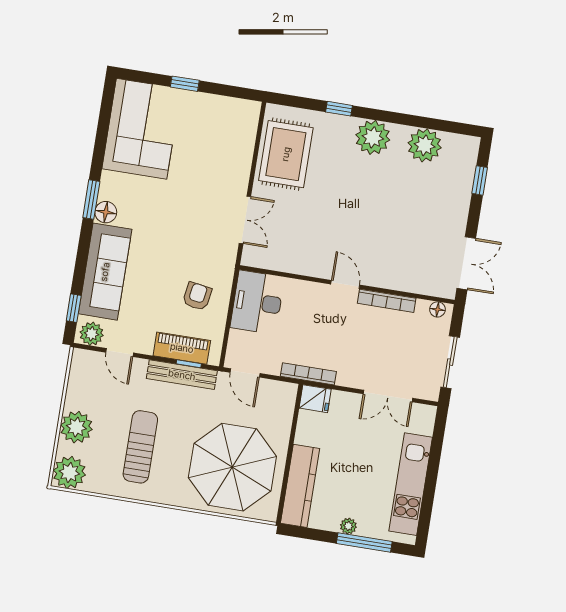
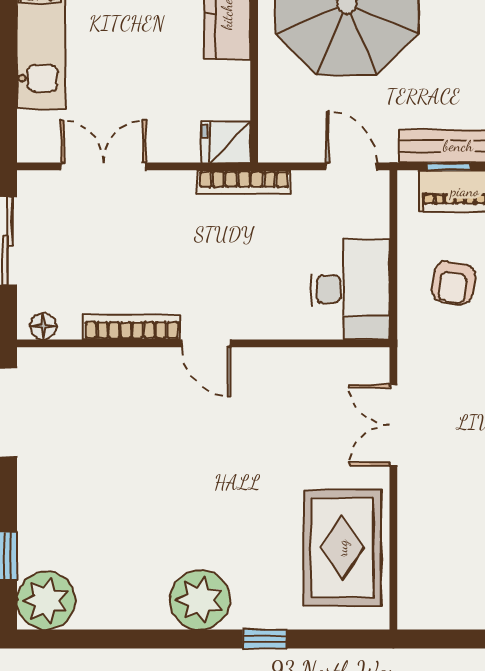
plant: (425, 145) -> (46, 601), moved

